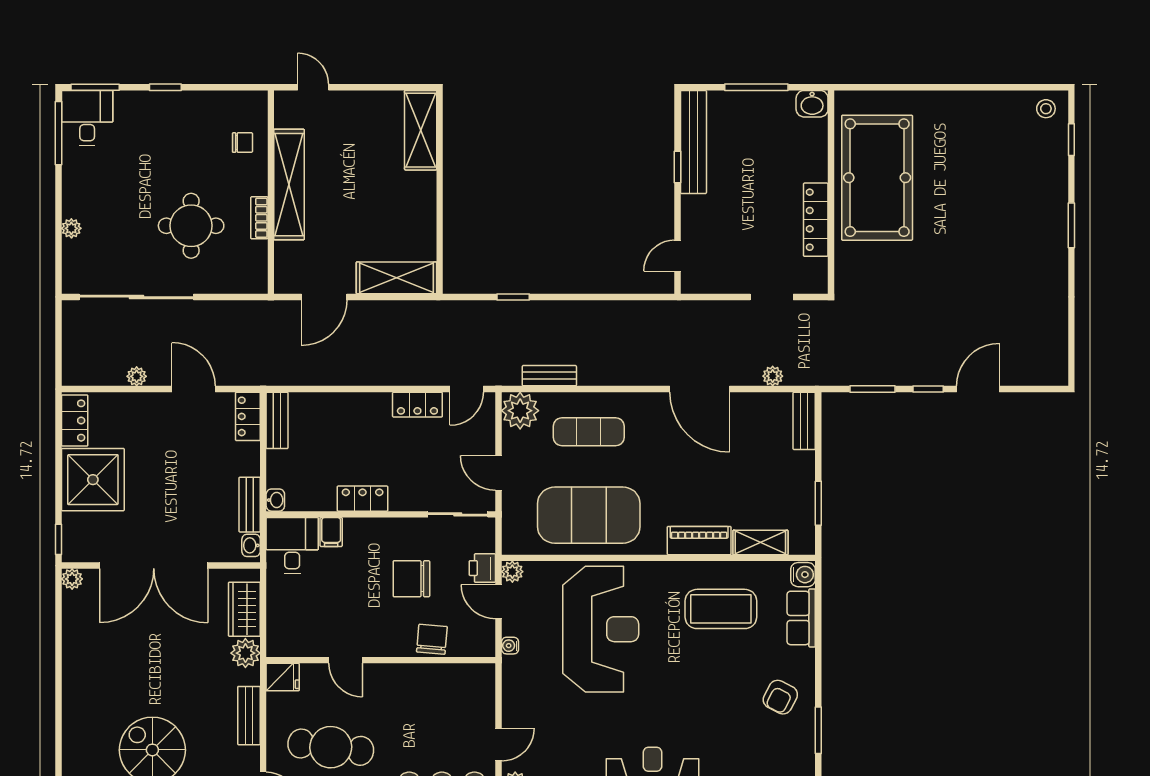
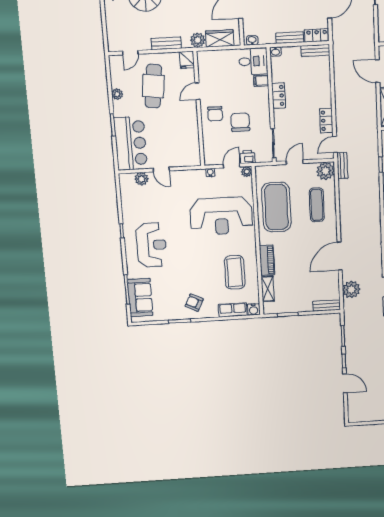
bench: (549, 376) -> (342, 166), moved
plant: (773, 376) -> (351, 290), width x1.88, depth x1.88
door: (467, 389) -> (335, 144), hinge flipped
bench: (250, 505) -> (290, 38), moved
chair: (432, 639) -> (215, 114), moved, turned 85

